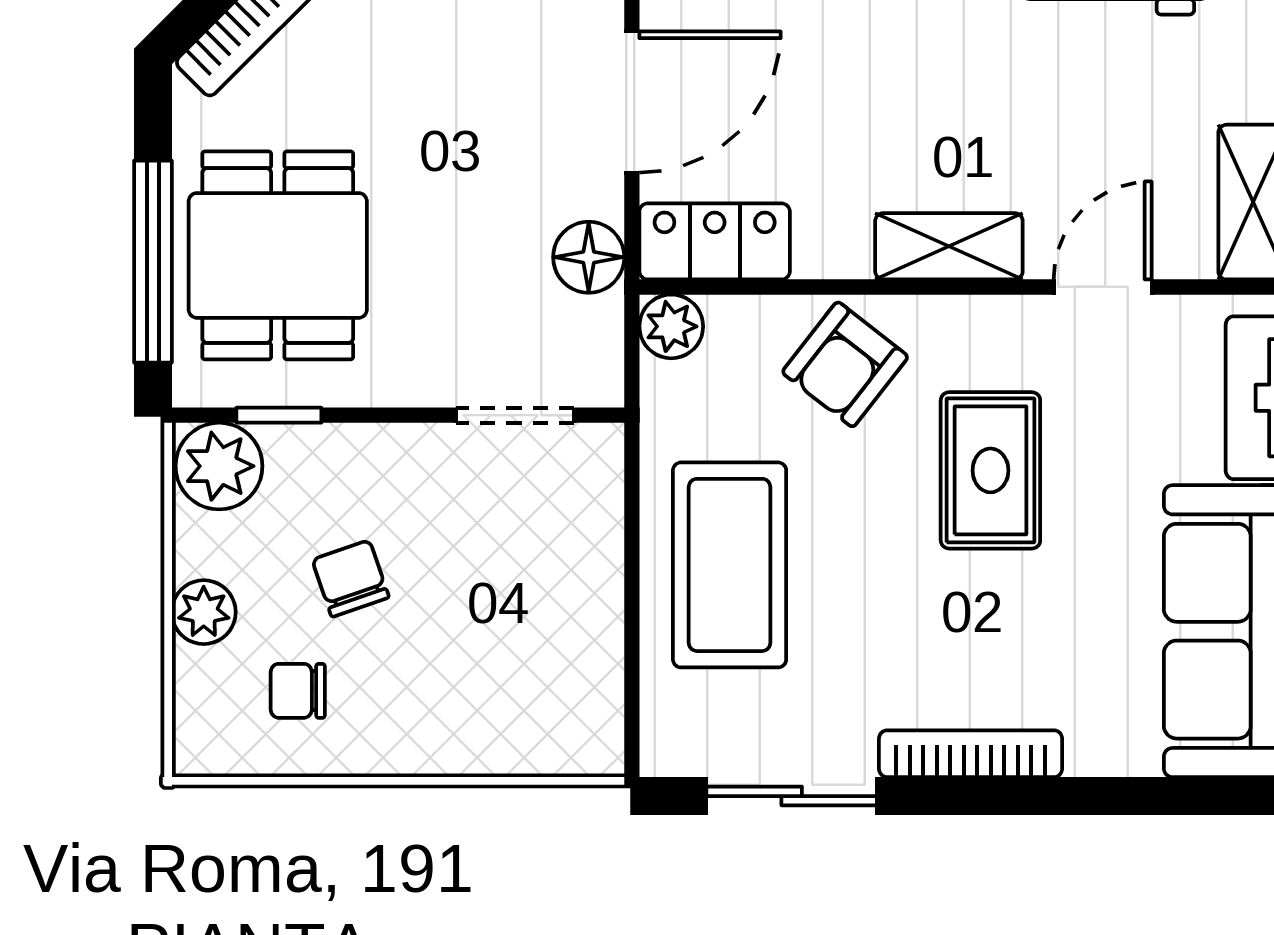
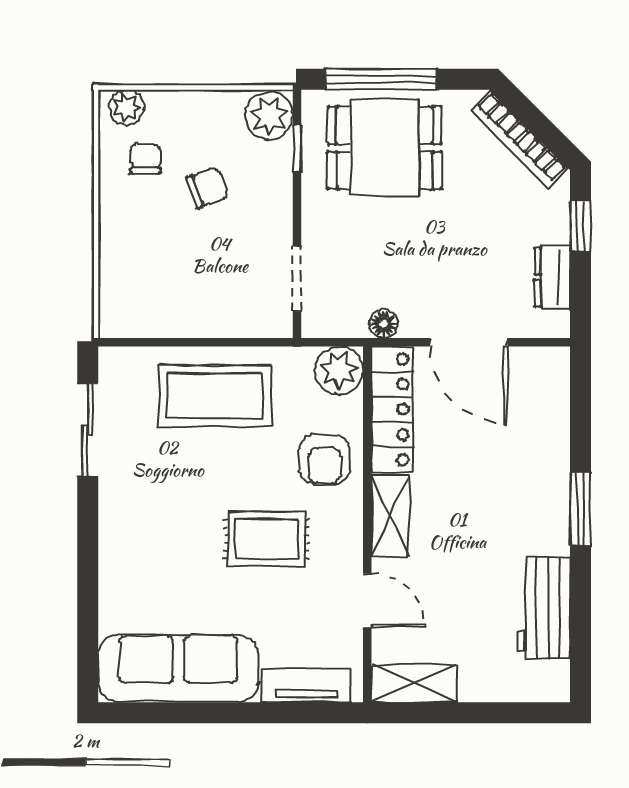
locker: (715, 241) -> (392, 409), width x1.53
floor lamp: (589, 257) -> (384, 324), width x0.73, depth x0.73
plant: (671, 326) -> (339, 370), width x1.38, depth x1.38
armchair: (845, 364) -> (325, 459), turned -128
plant: (204, 612) -> (127, 107), moved
bookcase: (971, 754) -> (111, 528), removed

